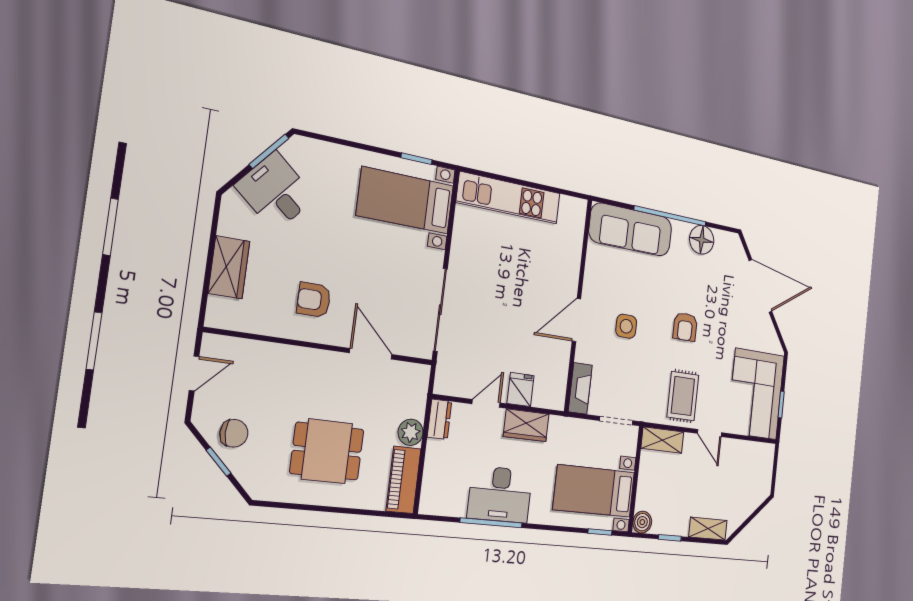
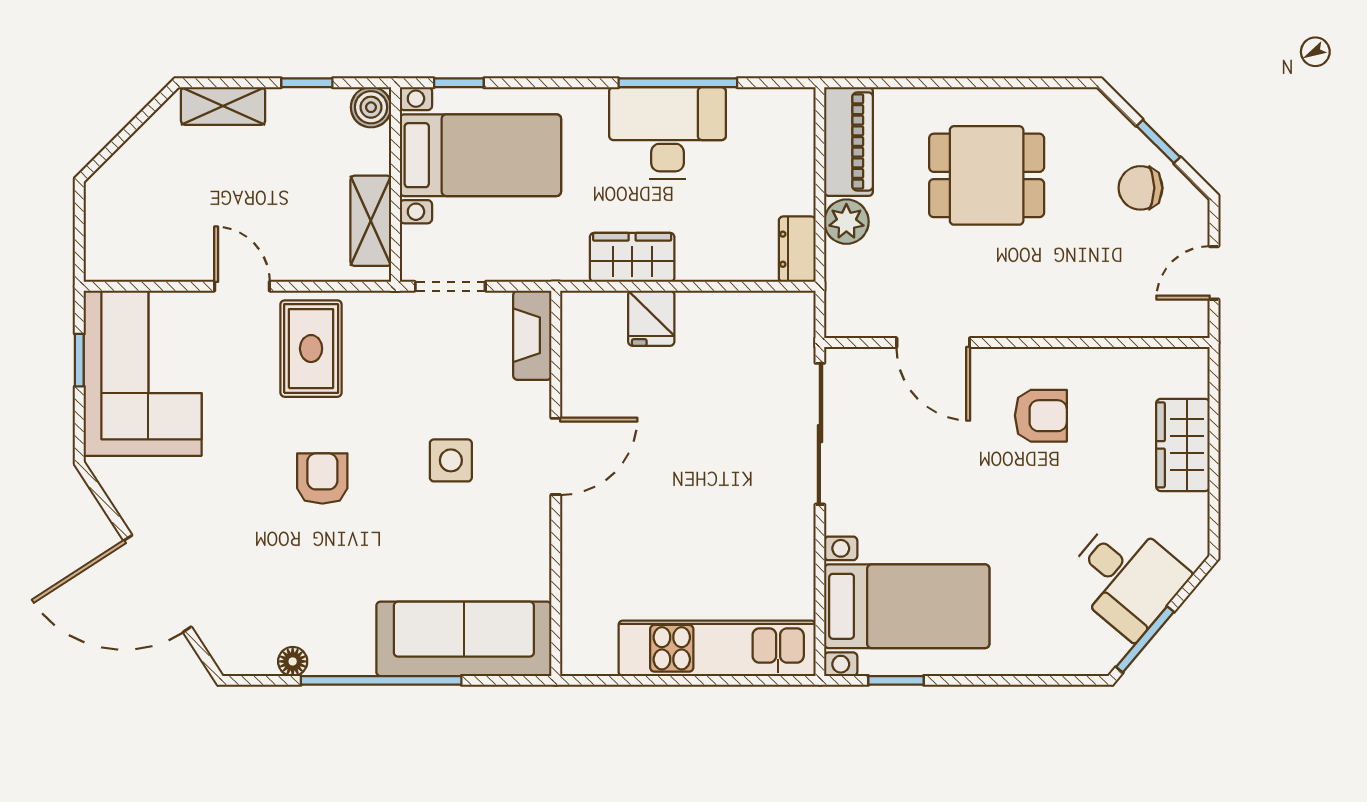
floor lamp: (702, 240) -> (293, 661), width x0.53, depth x0.53
door: (486, 403) -> (714, 286), removed
shelving: (662, 440) -> (371, 221), moved, turned 90

